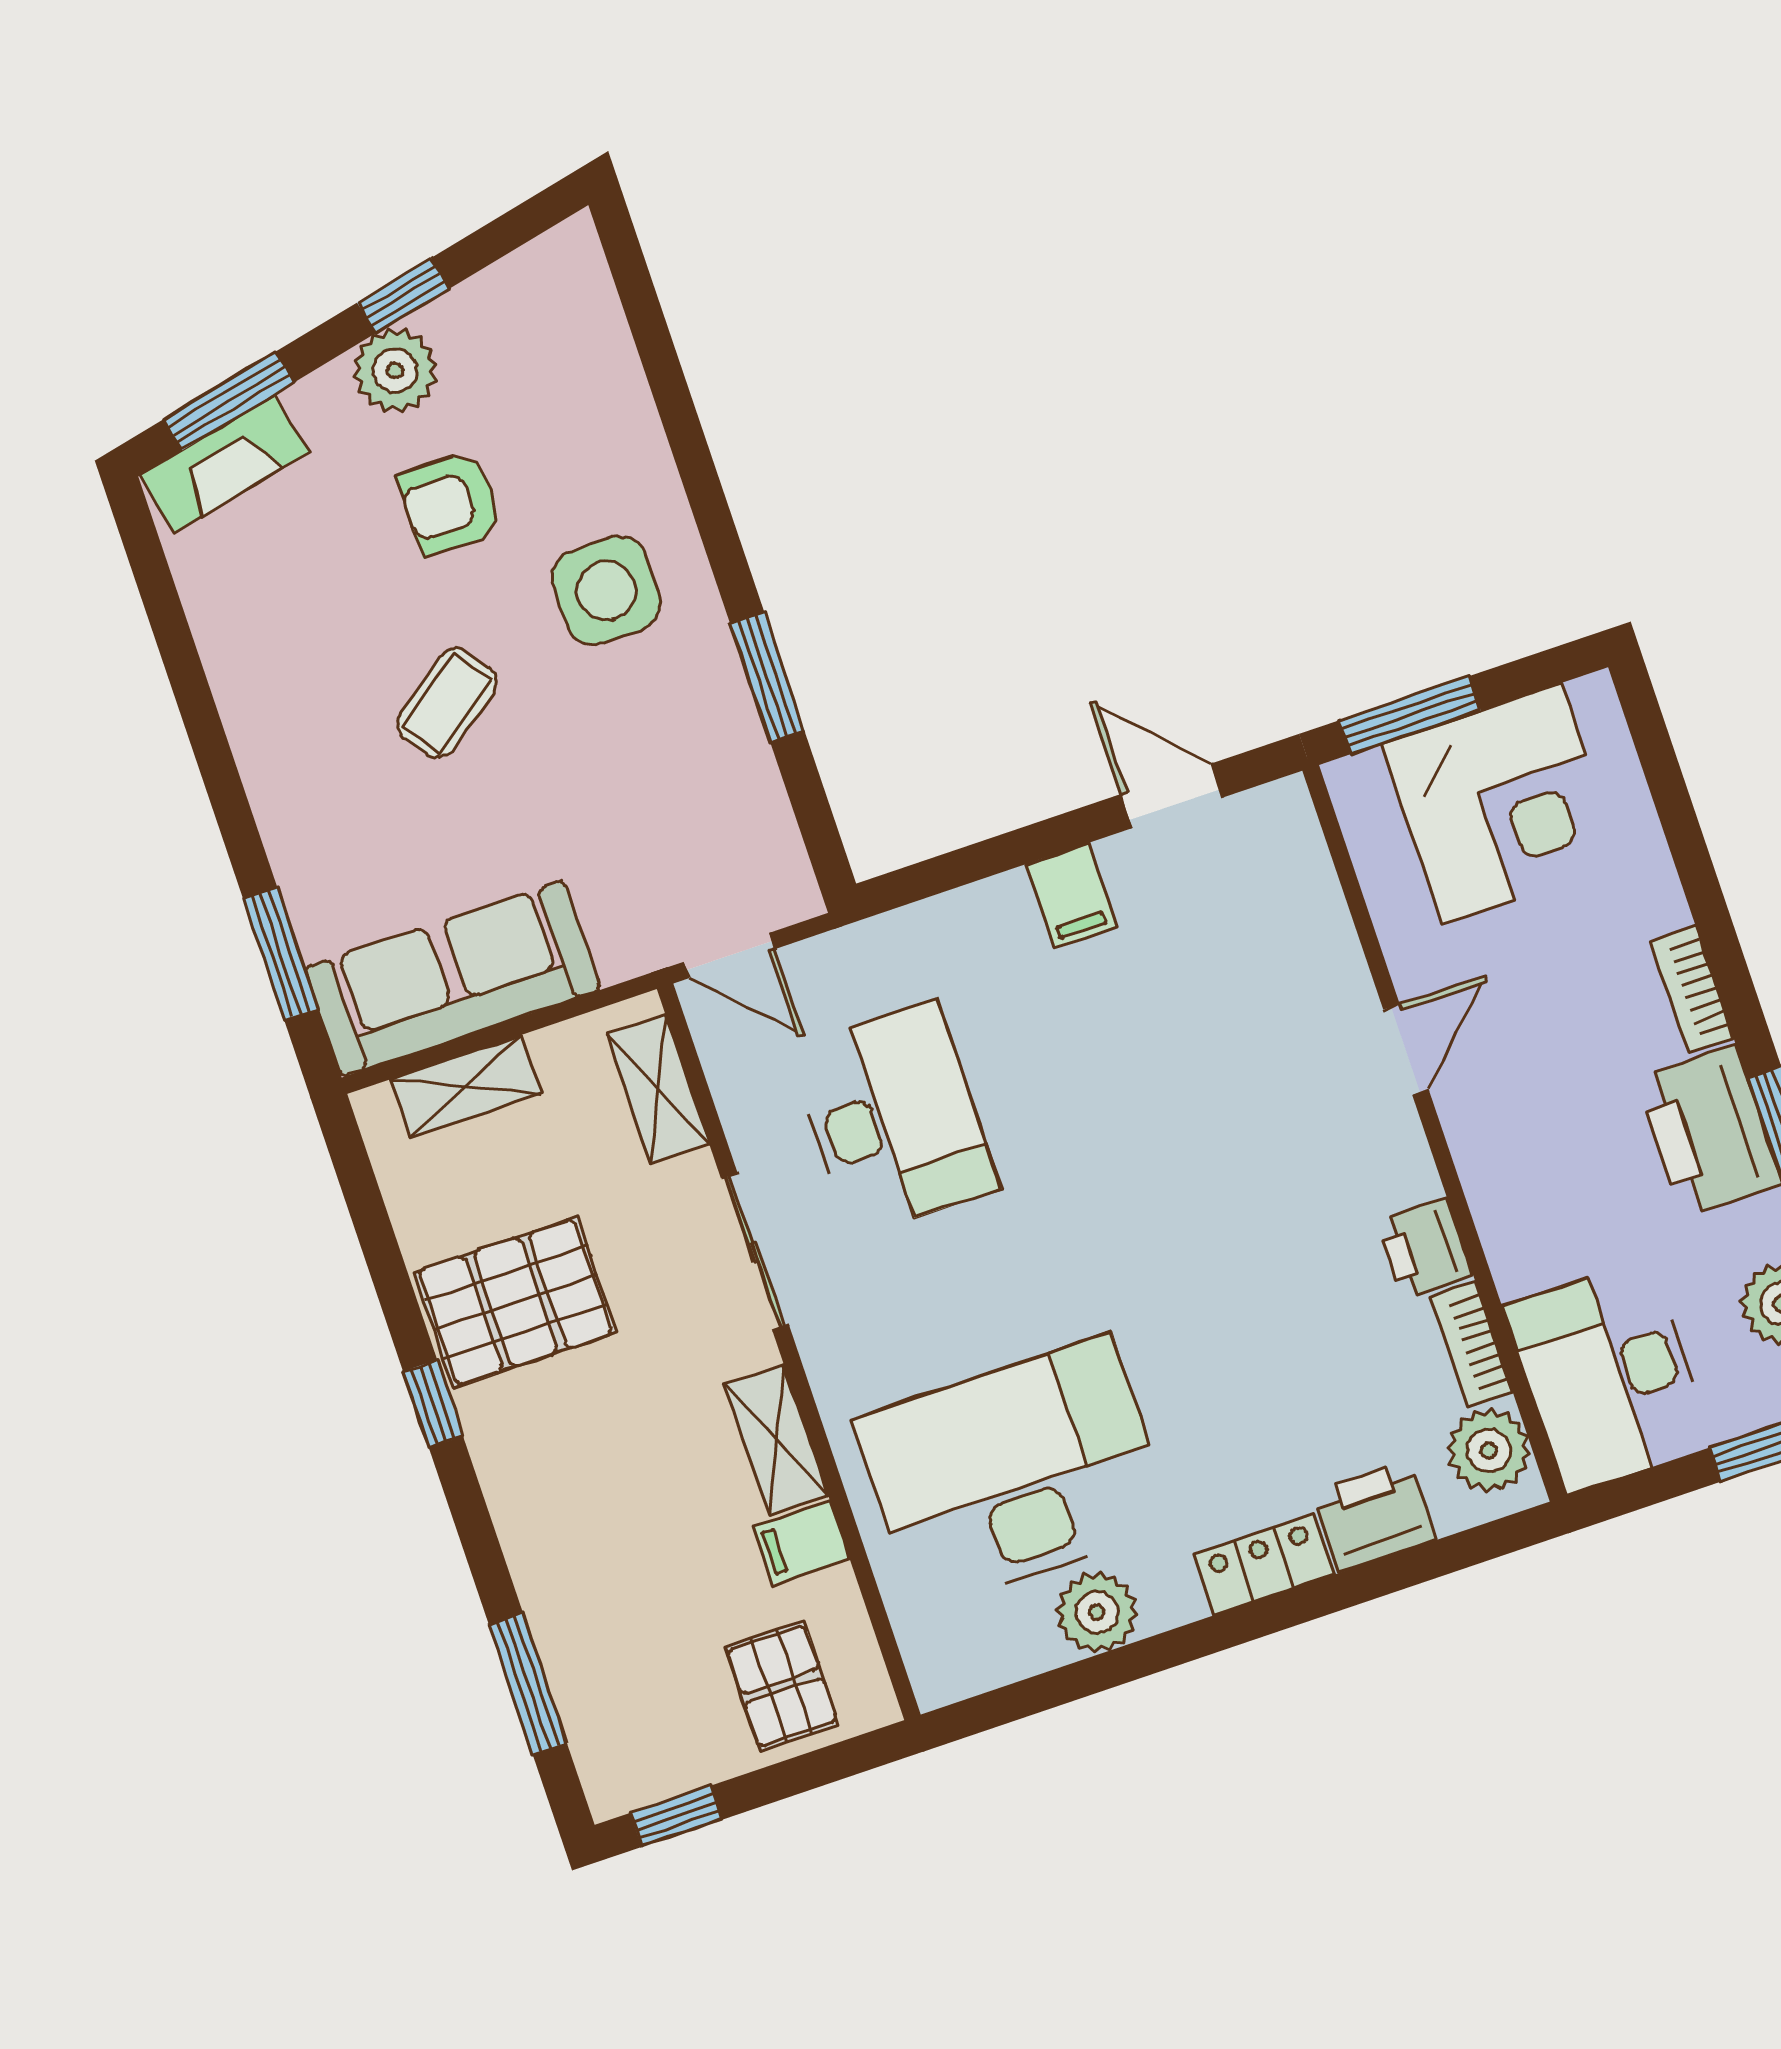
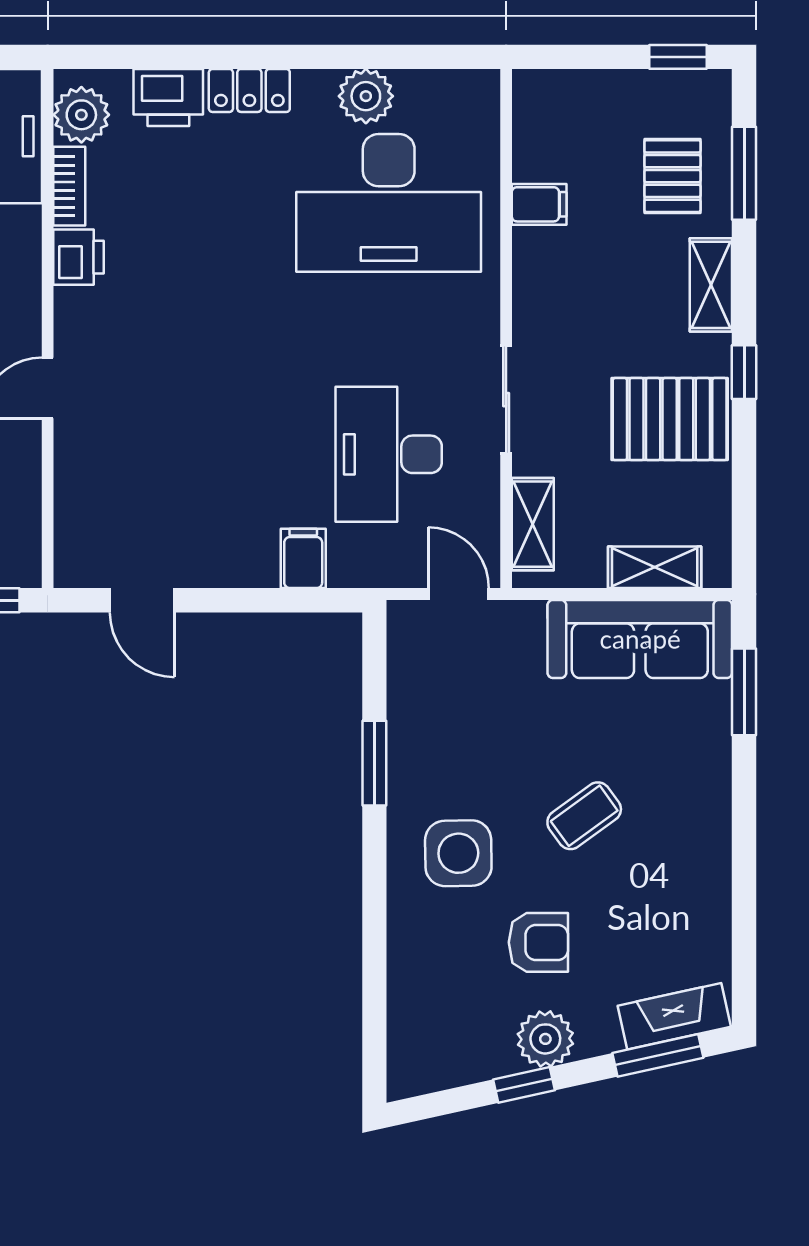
filing cabinet: (1072, 895) -> (303, 558), moved
shelving: (776, 1440) -> (711, 285), moved
pallet: (782, 1686) -> (672, 176), moved

